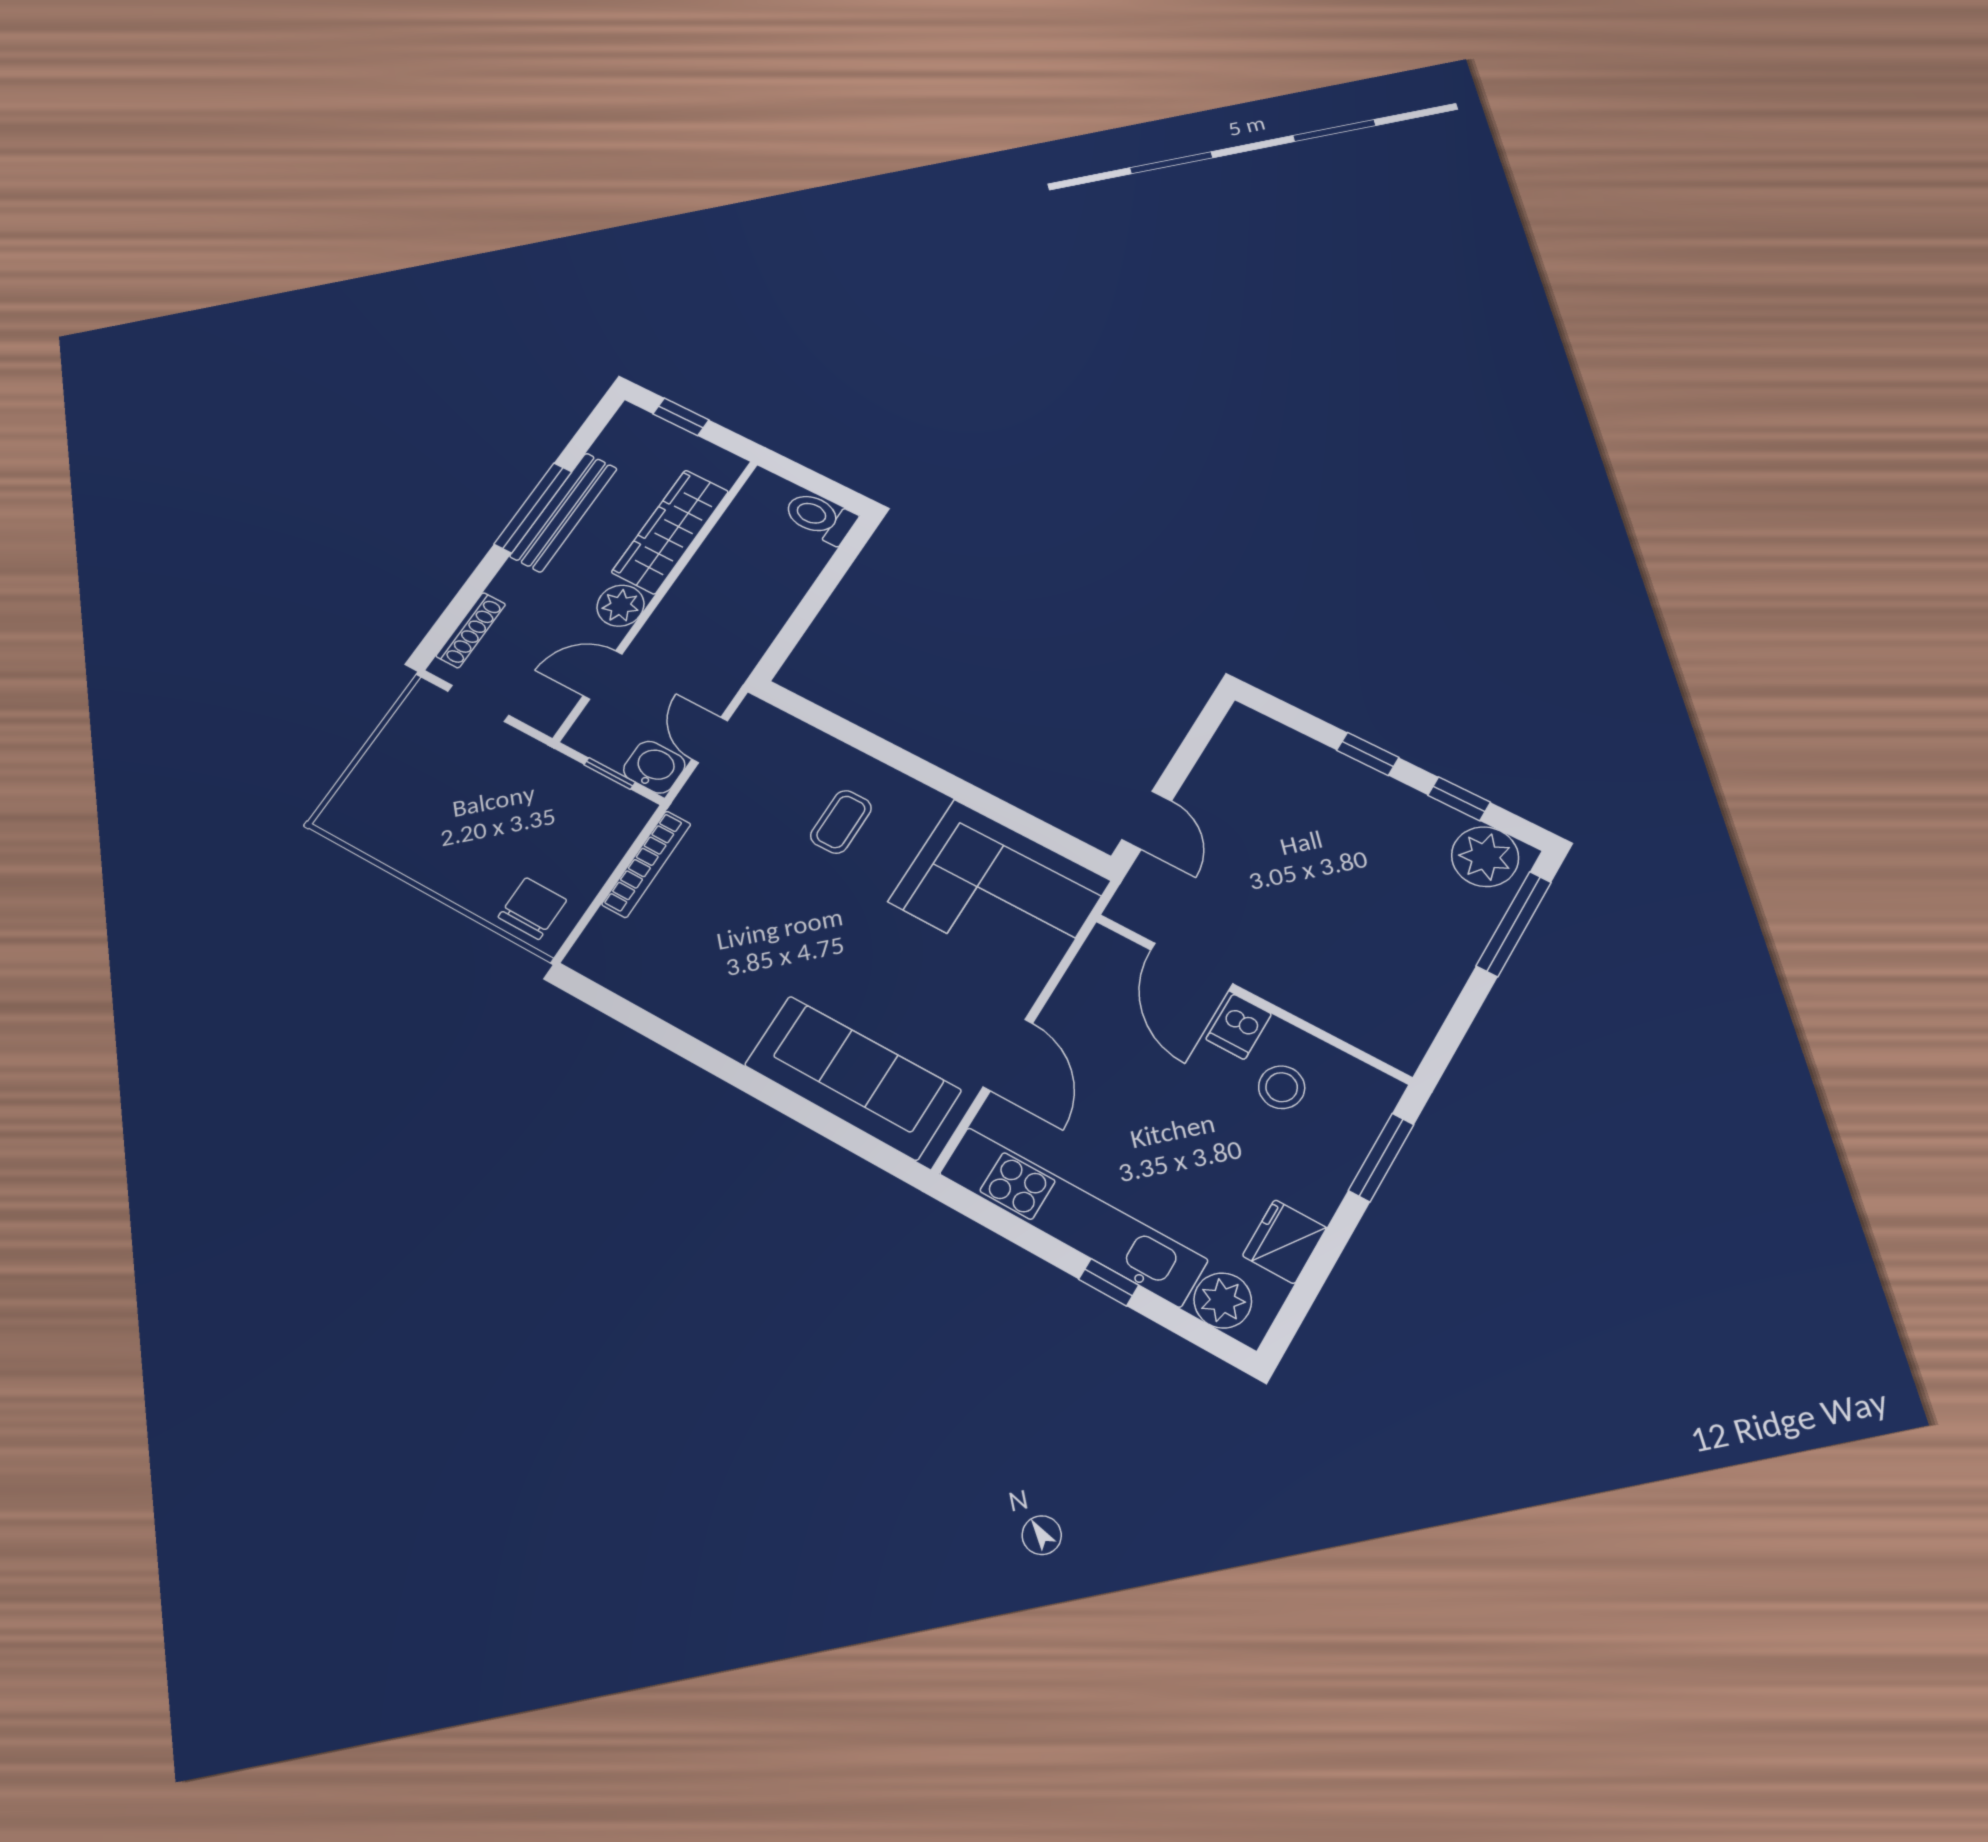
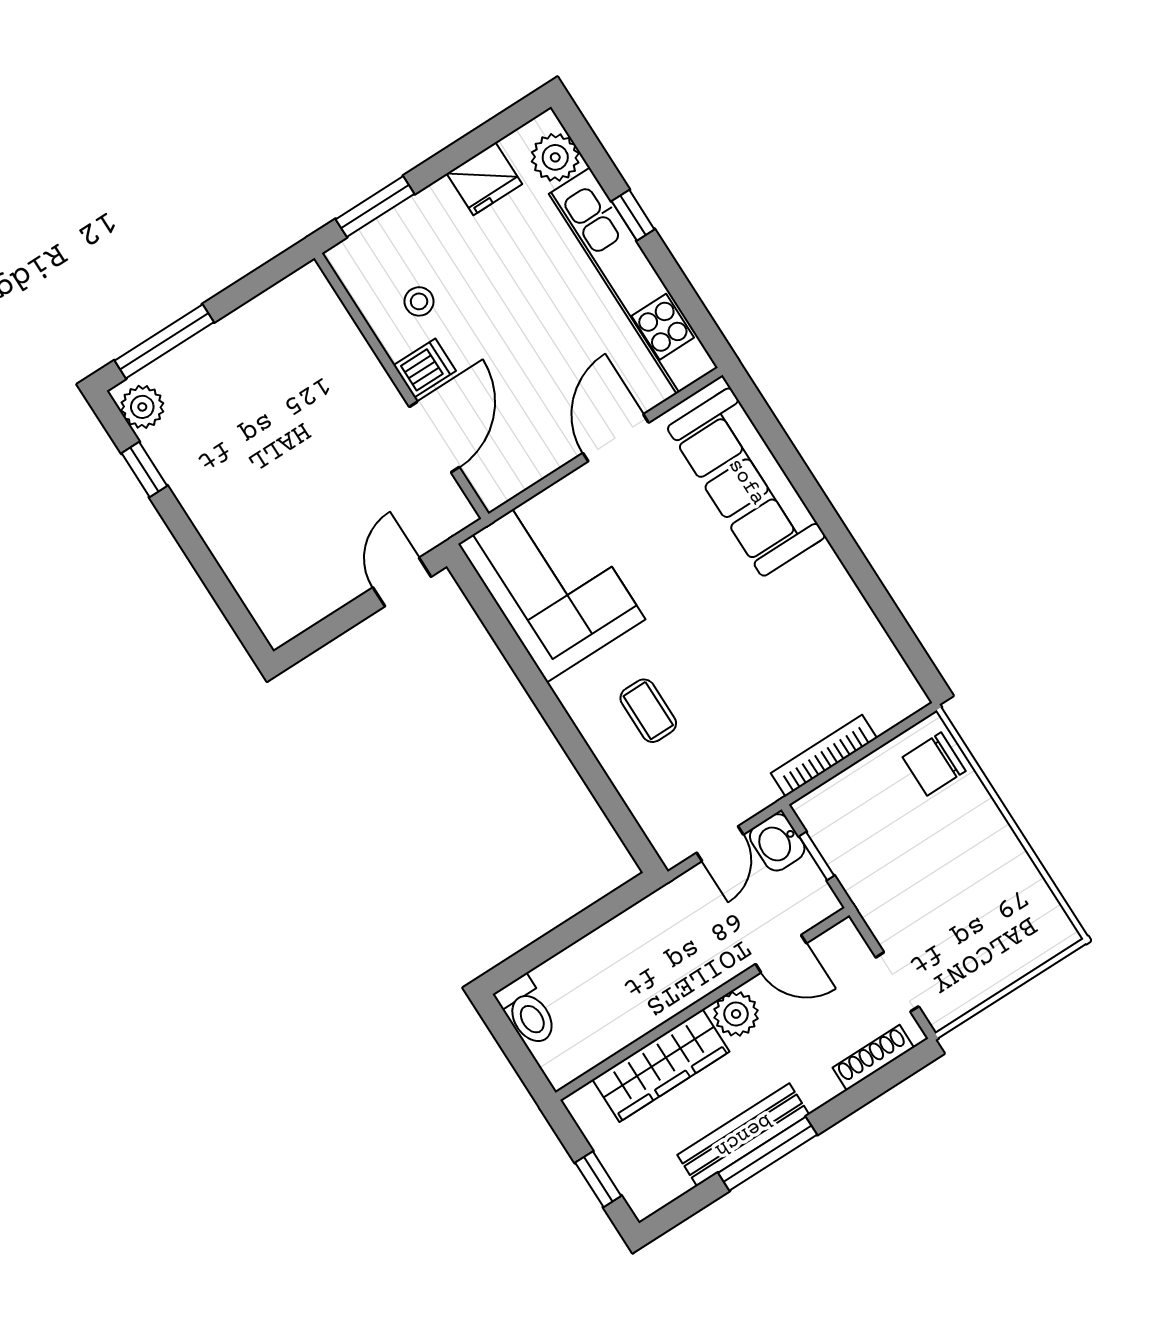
window: (1368, 754) -> (194, 547), removed
coffee table: (841, 822) -> (648, 711), turned 90
plant: (1485, 857) -> (142, 407), width x0.73, depth x0.73
stool: (1282, 1087) -> (419, 301), width x0.73, depth x0.73

